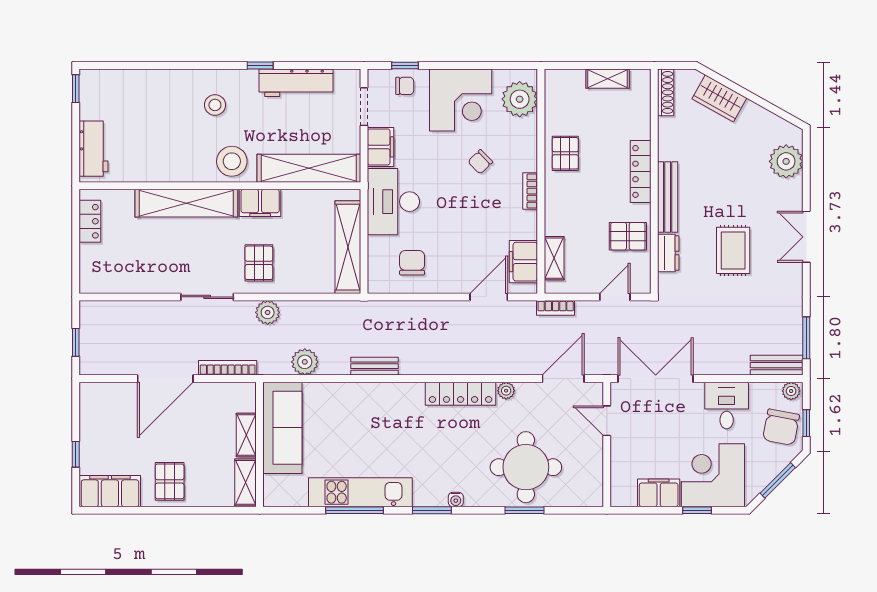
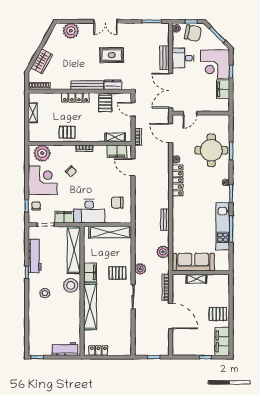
bench: (777, 365) -> (164, 58), moved
shelving: (246, 482) -> (218, 279), removed

